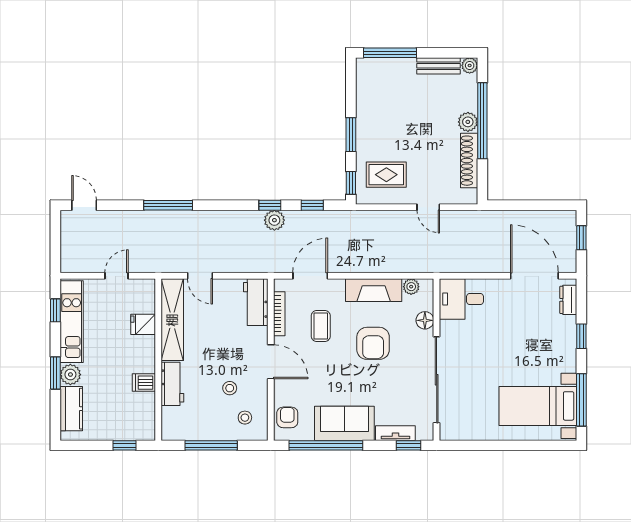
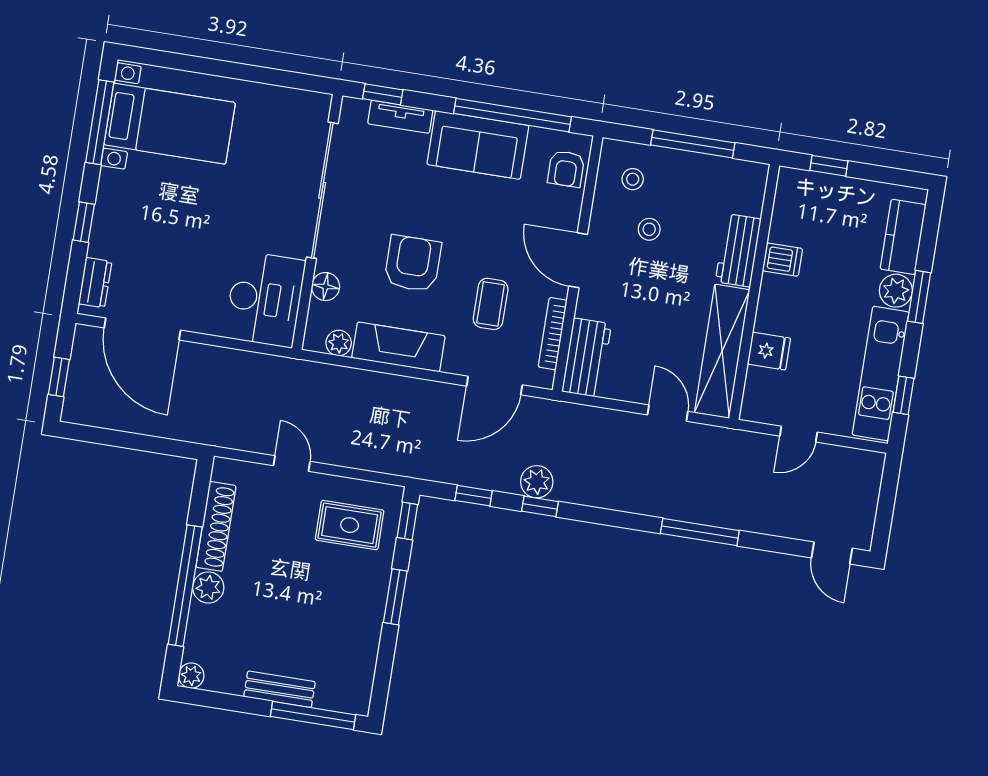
bench: (439, 66) -> (280, 689), moved
desk: (461, 299) -> (265, 299), width x1.37

